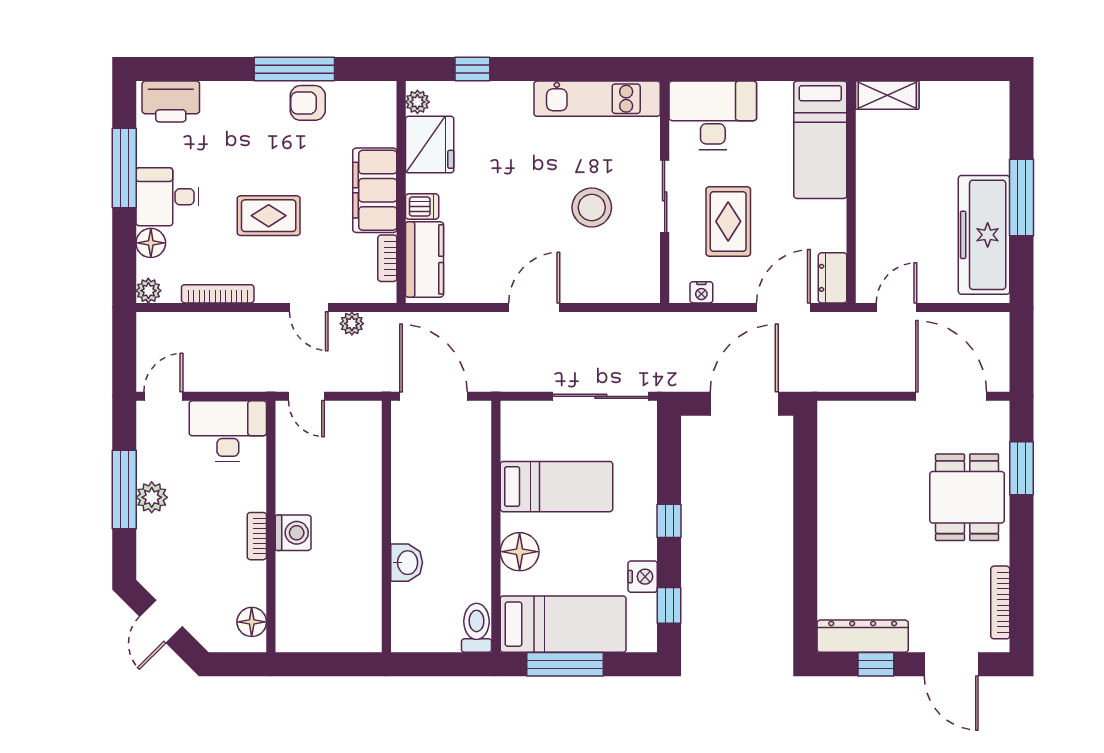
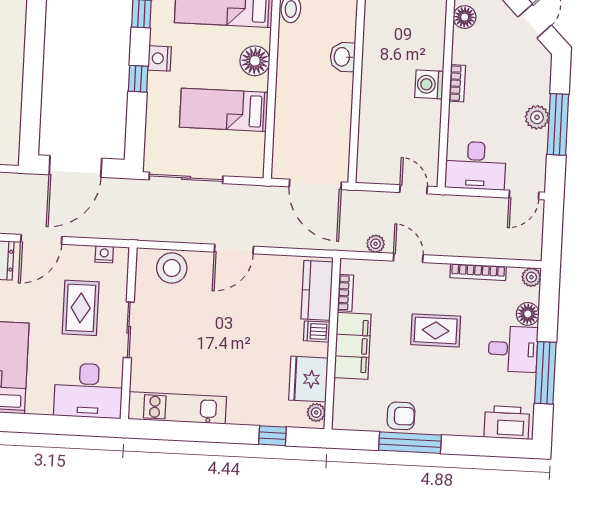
stool: (592, 207) -> (172, 268), moved
nightstand: (643, 577) -> (160, 58), moved

